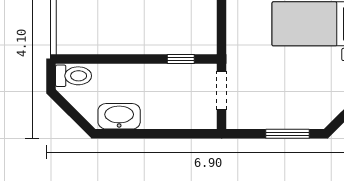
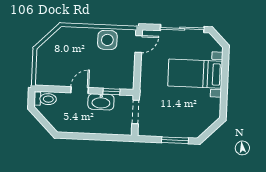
door: (129, 59) -> (80, 90), added
washbasin: (119, 116) -> (101, 102), moved, turned 180

